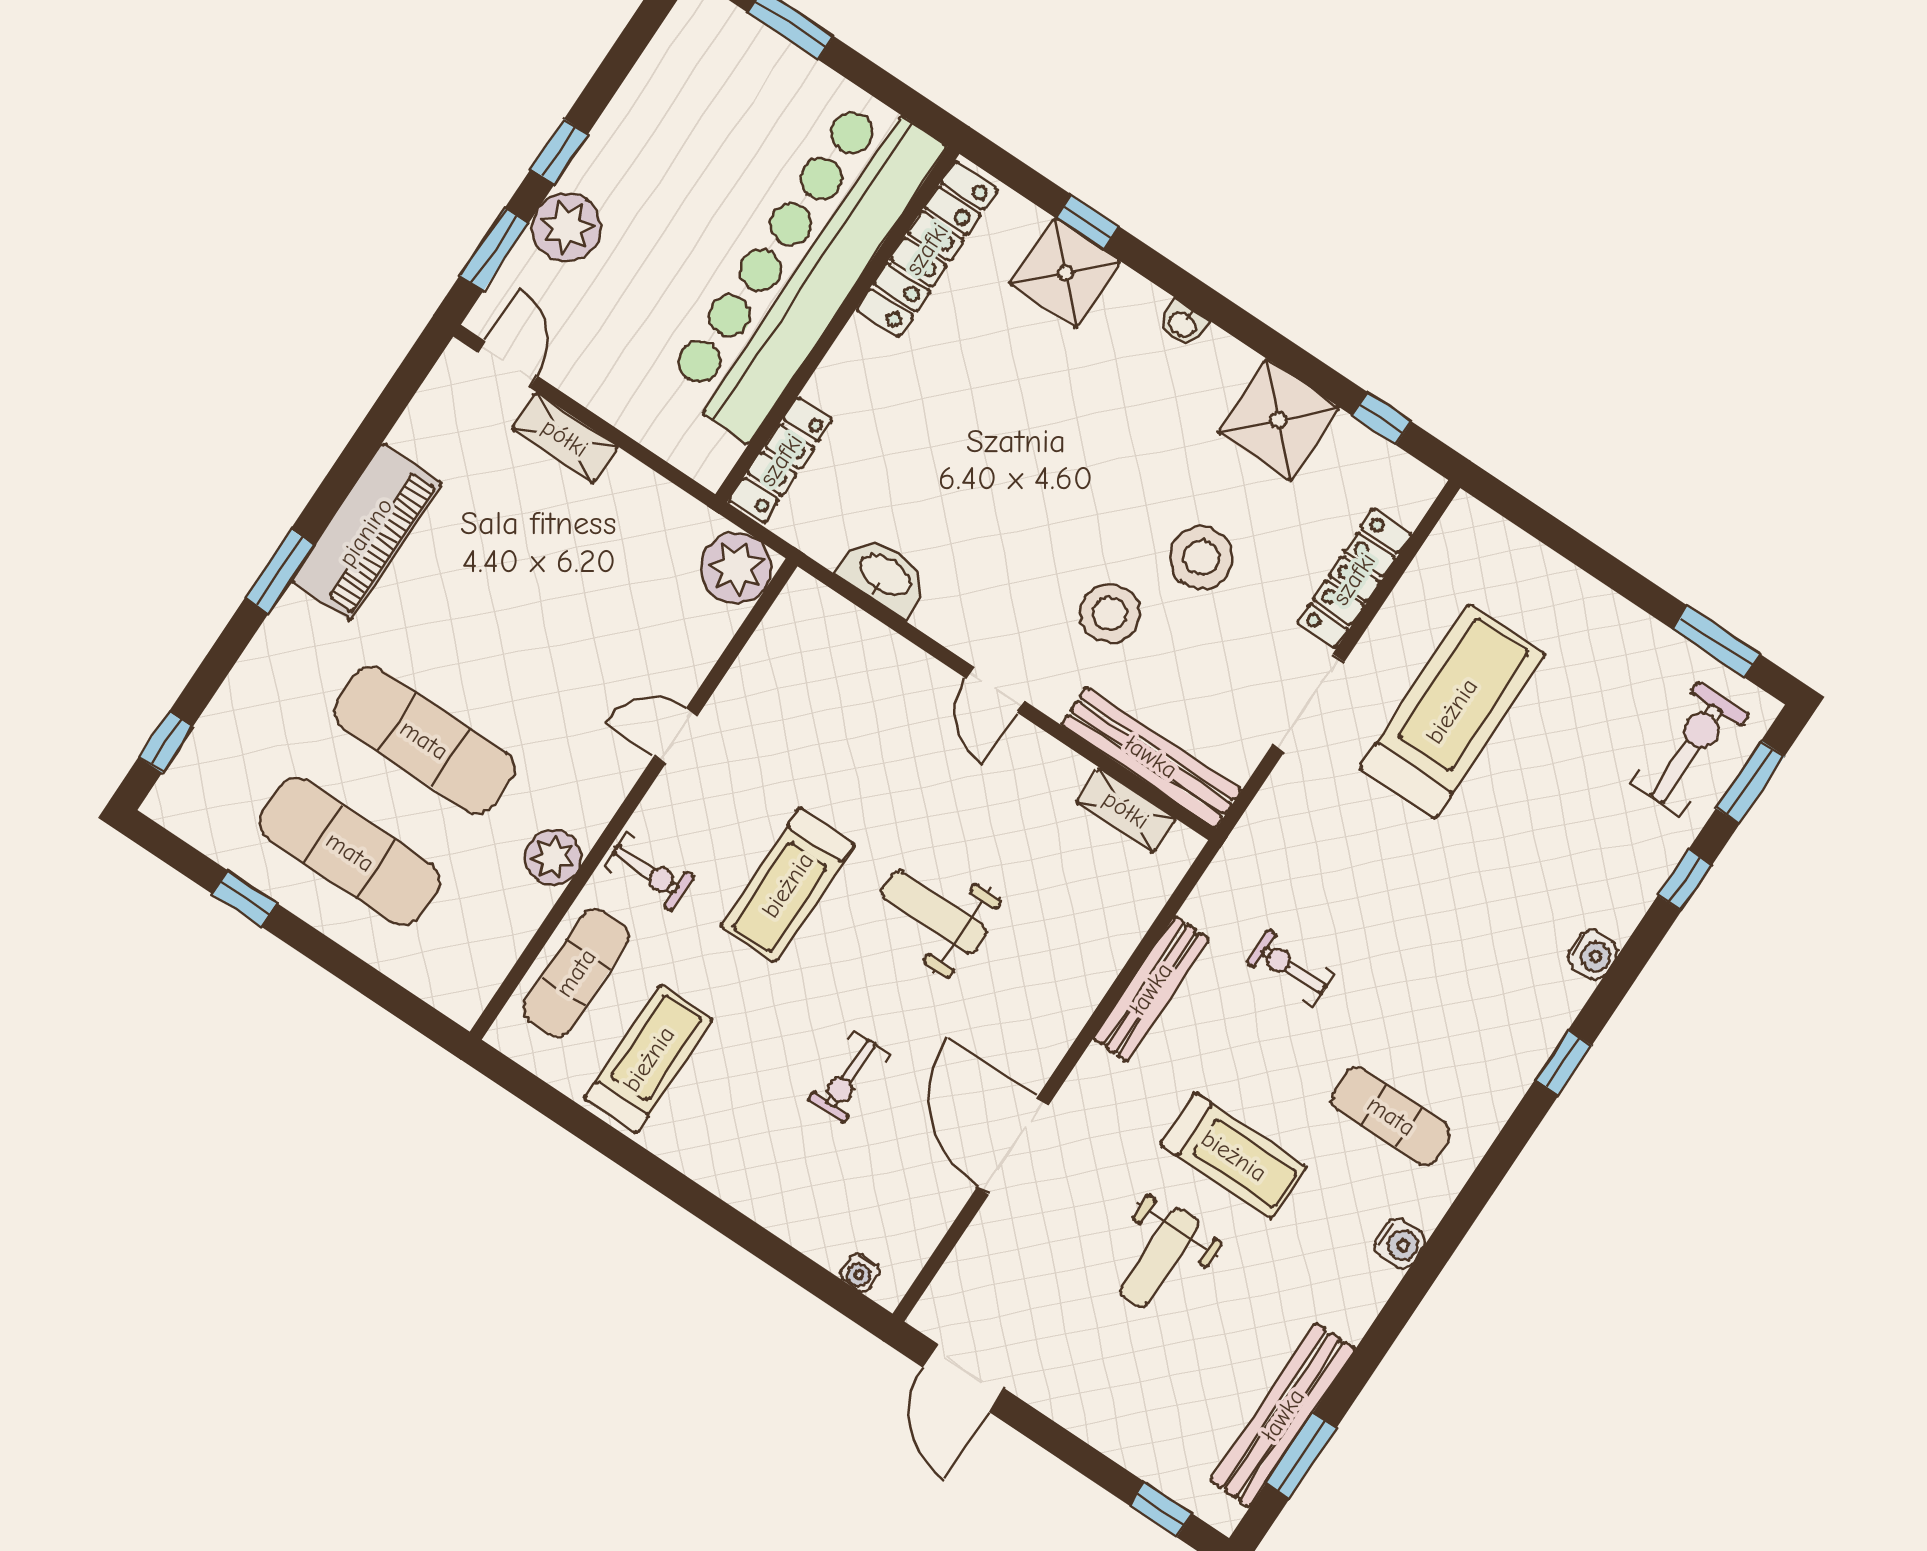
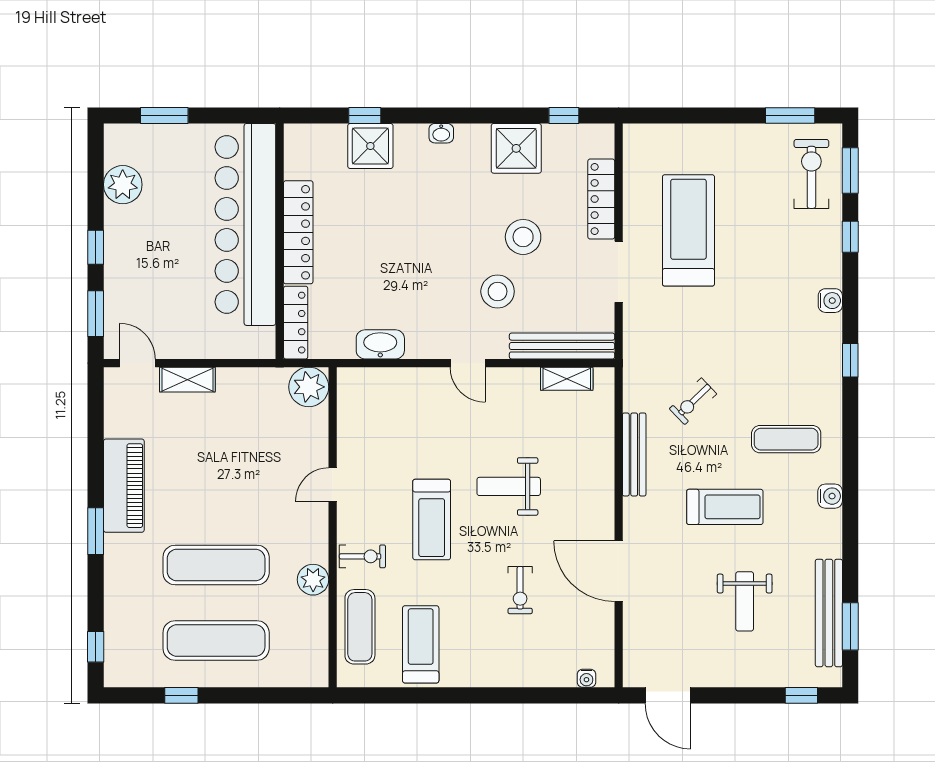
plant: (567, 227) -> (123, 185), moved
locker: (927, 249) -> (298, 232), moved
exercise bike: (1291, 968) -> (693, 401), turned -44
weight bench: (1160, 1258) -> (745, 601), moved

